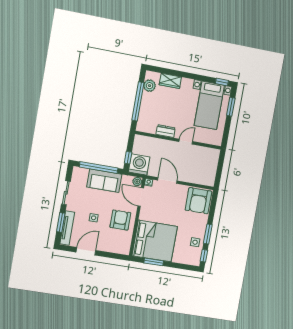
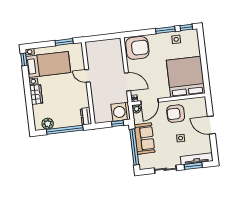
wardrobe: (170, 81) -> (36, 94), moved
window: (231, 107) -> (64, 42), moved
dresser: (166, 131) -> (86, 116), moved
door: (167, 181) -> (127, 82), swing flipped
door: (86, 251) -> (211, 125), moved
window: (154, 262) -> (205, 72), removed

